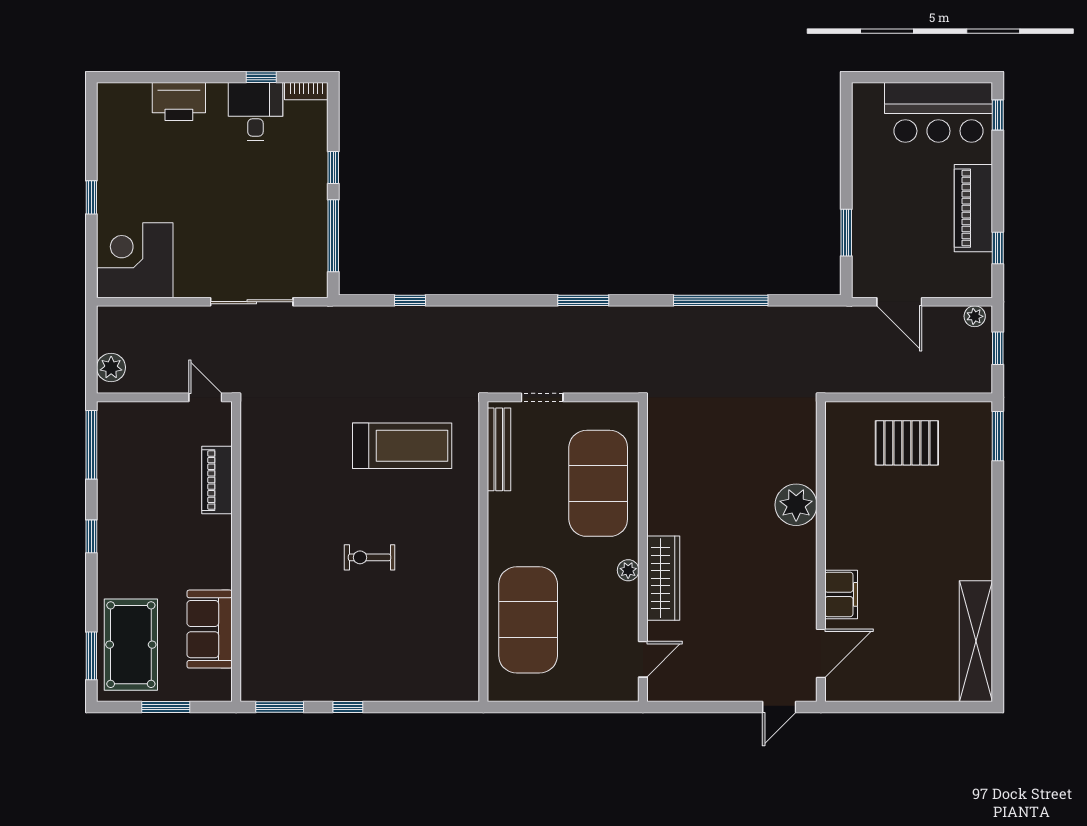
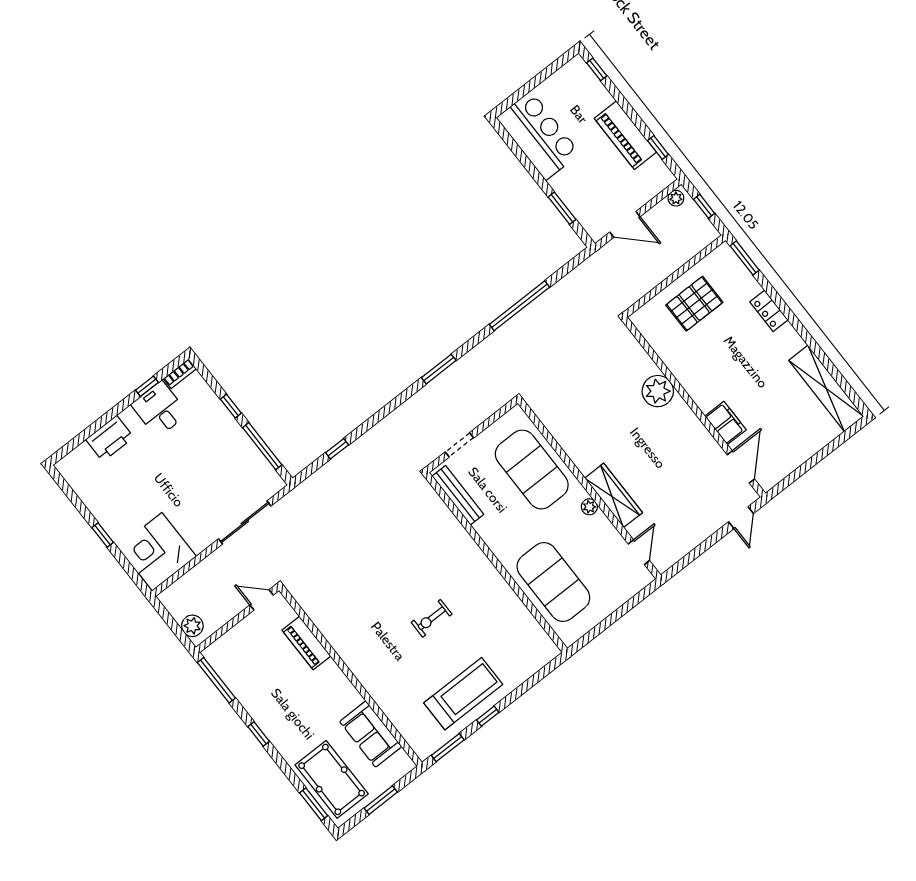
bar counter: (938, 112) -> (538, 135), moved, turned -90
treadmill: (402, 446) -> (463, 694), moved
locker: (980, 512) -> (769, 311), added

